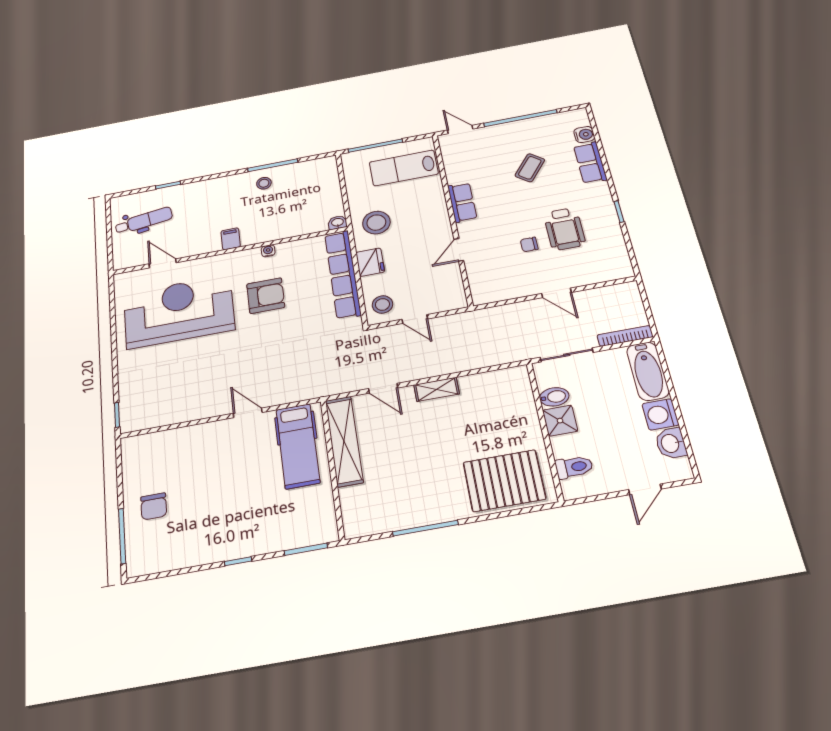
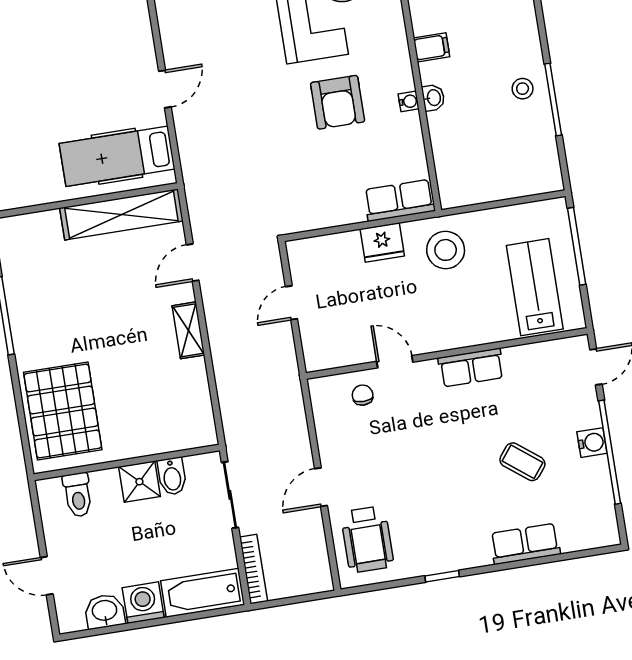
water cooler: (584, 135) -> (592, 443), moved, turned -90
washbasin: (338, 223) -> (433, 98), moved
wheelchair: (564, 229) -> (367, 539), moved, turned -90
chair: (529, 244) -> (363, 395), moved
row of seats: (343, 274) -> (399, 200), width x0.50
stool: (382, 304) -> (316, 260), removed

